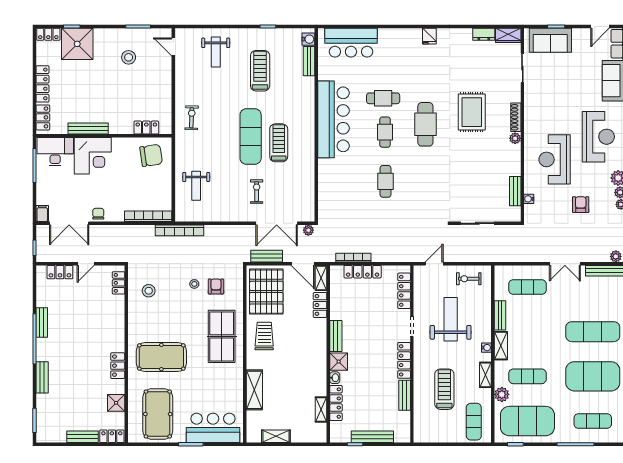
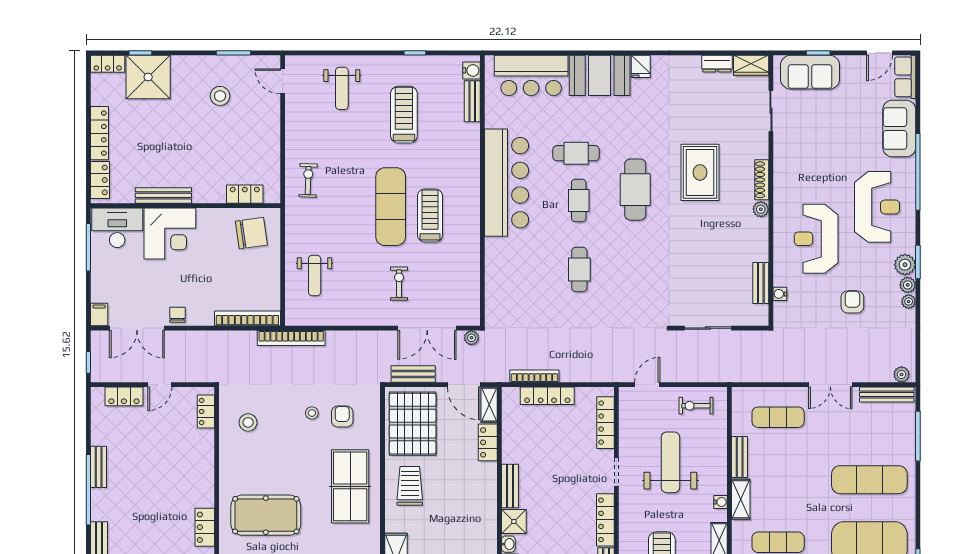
booth: (400, 43) -> (600, 75), added

